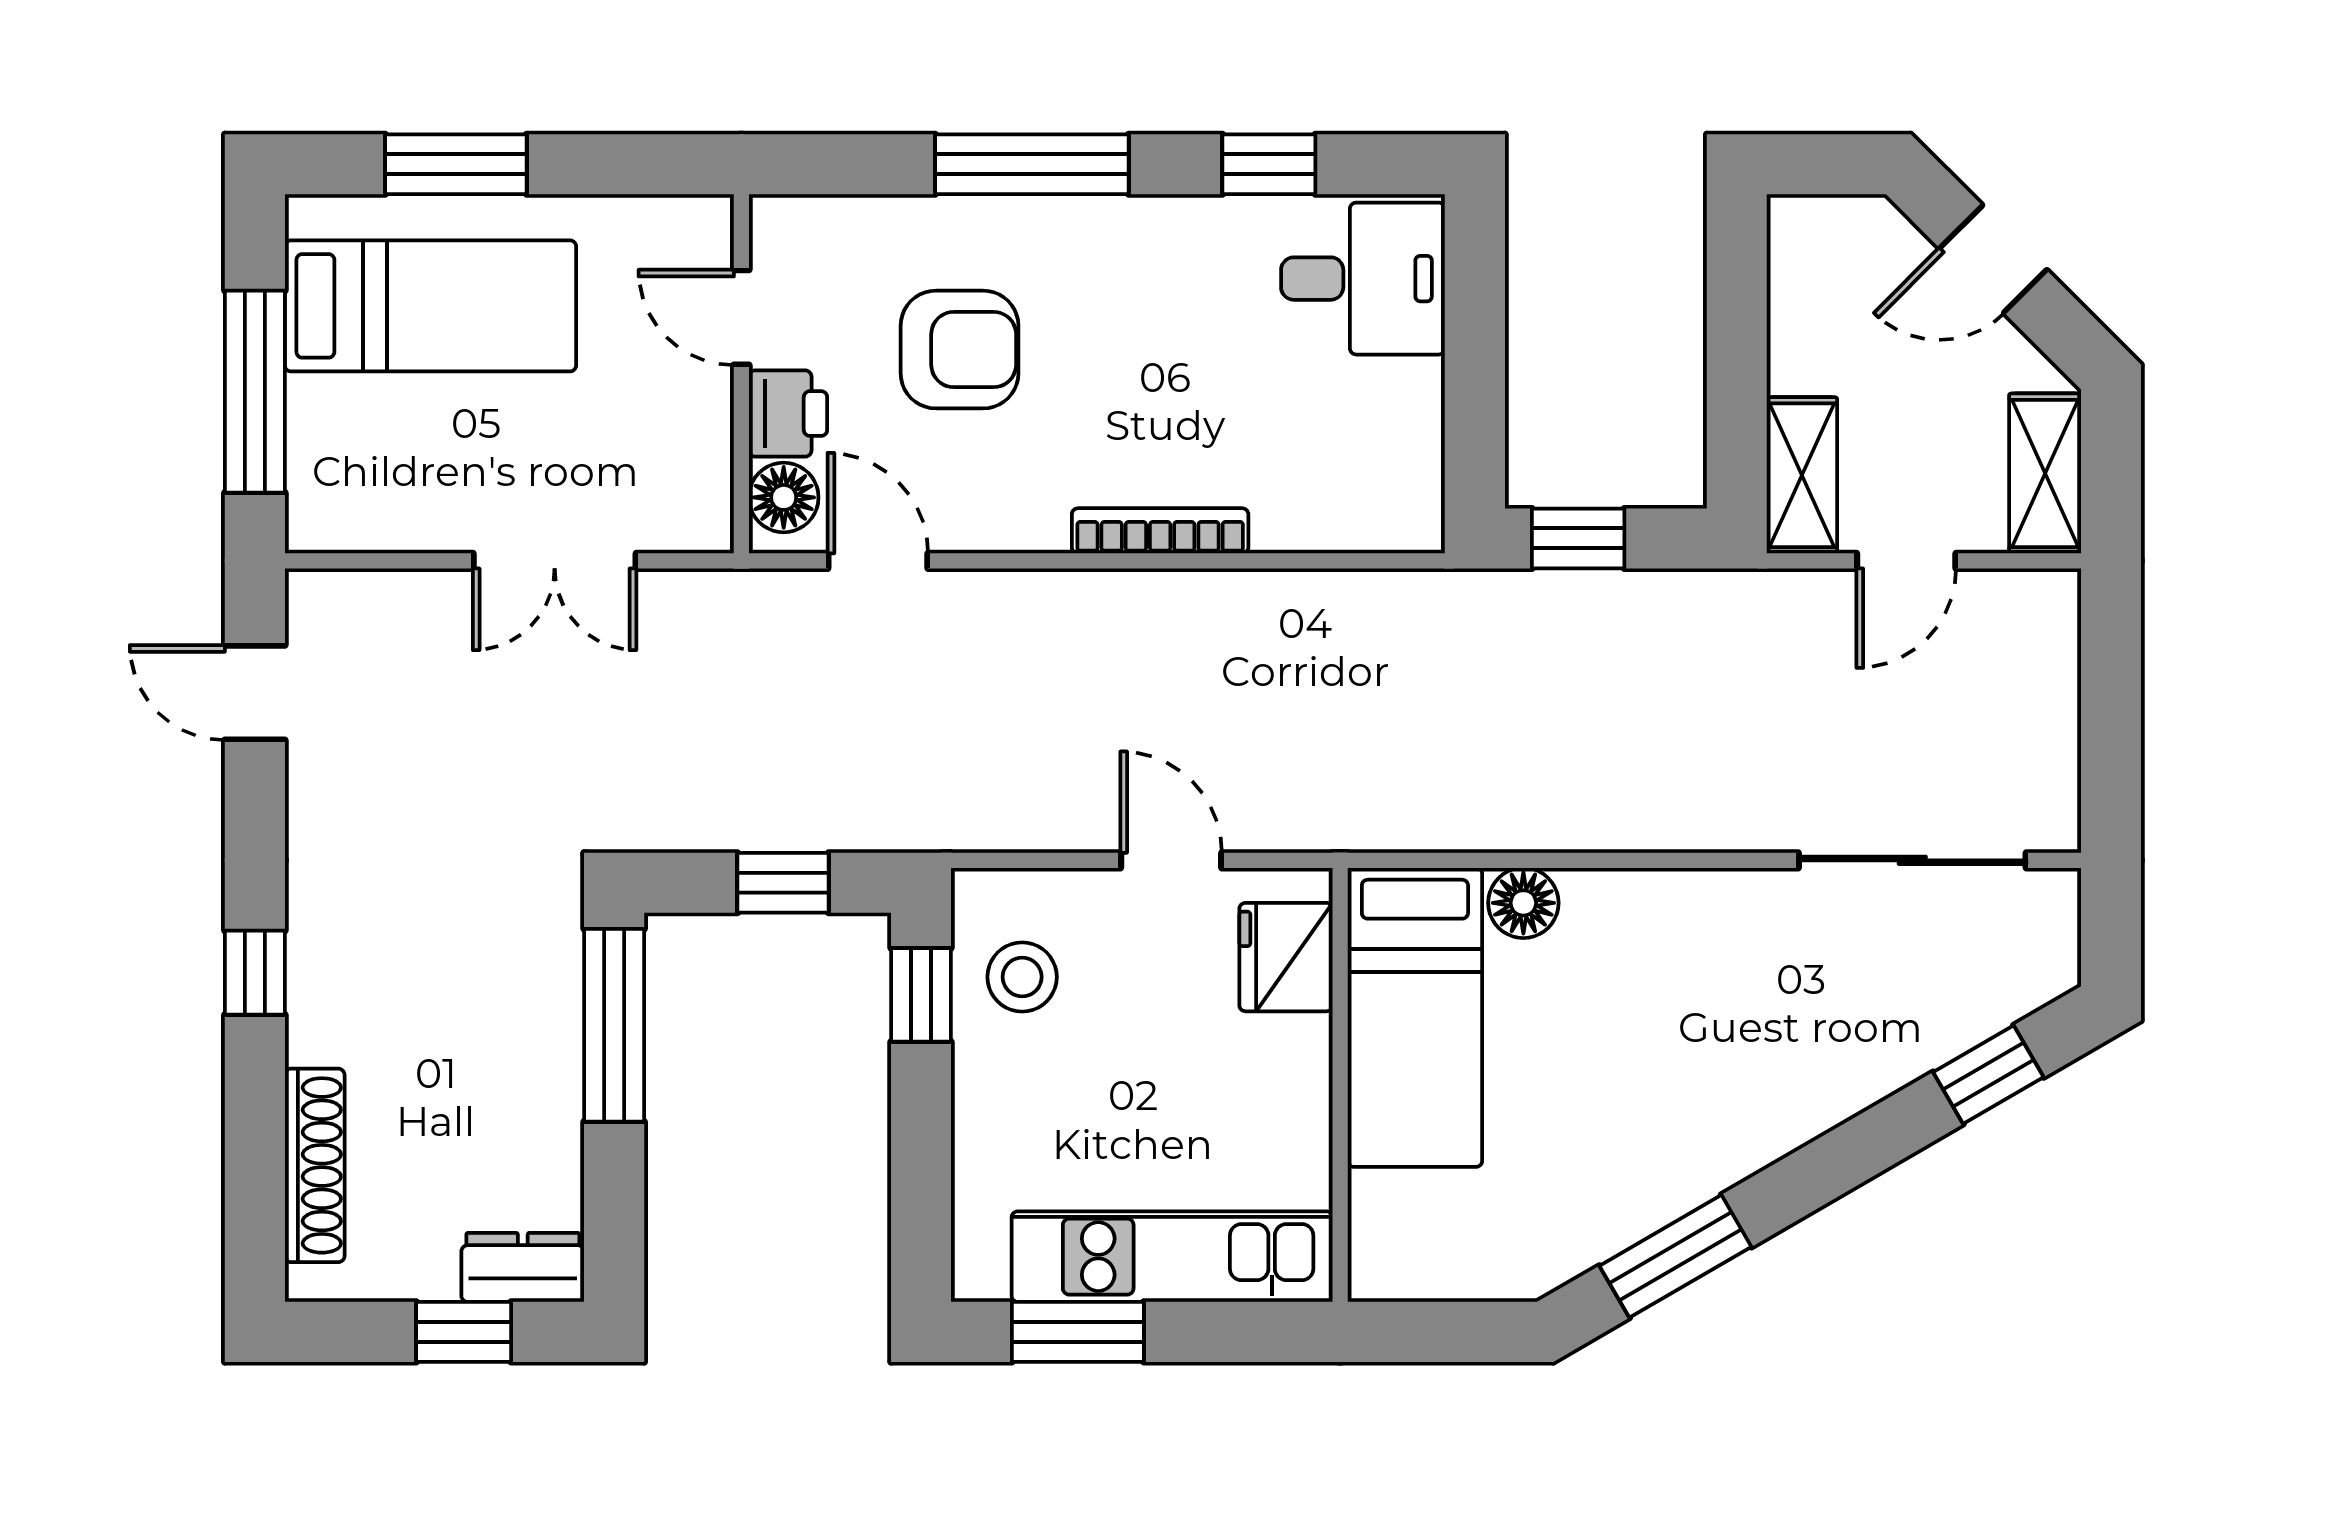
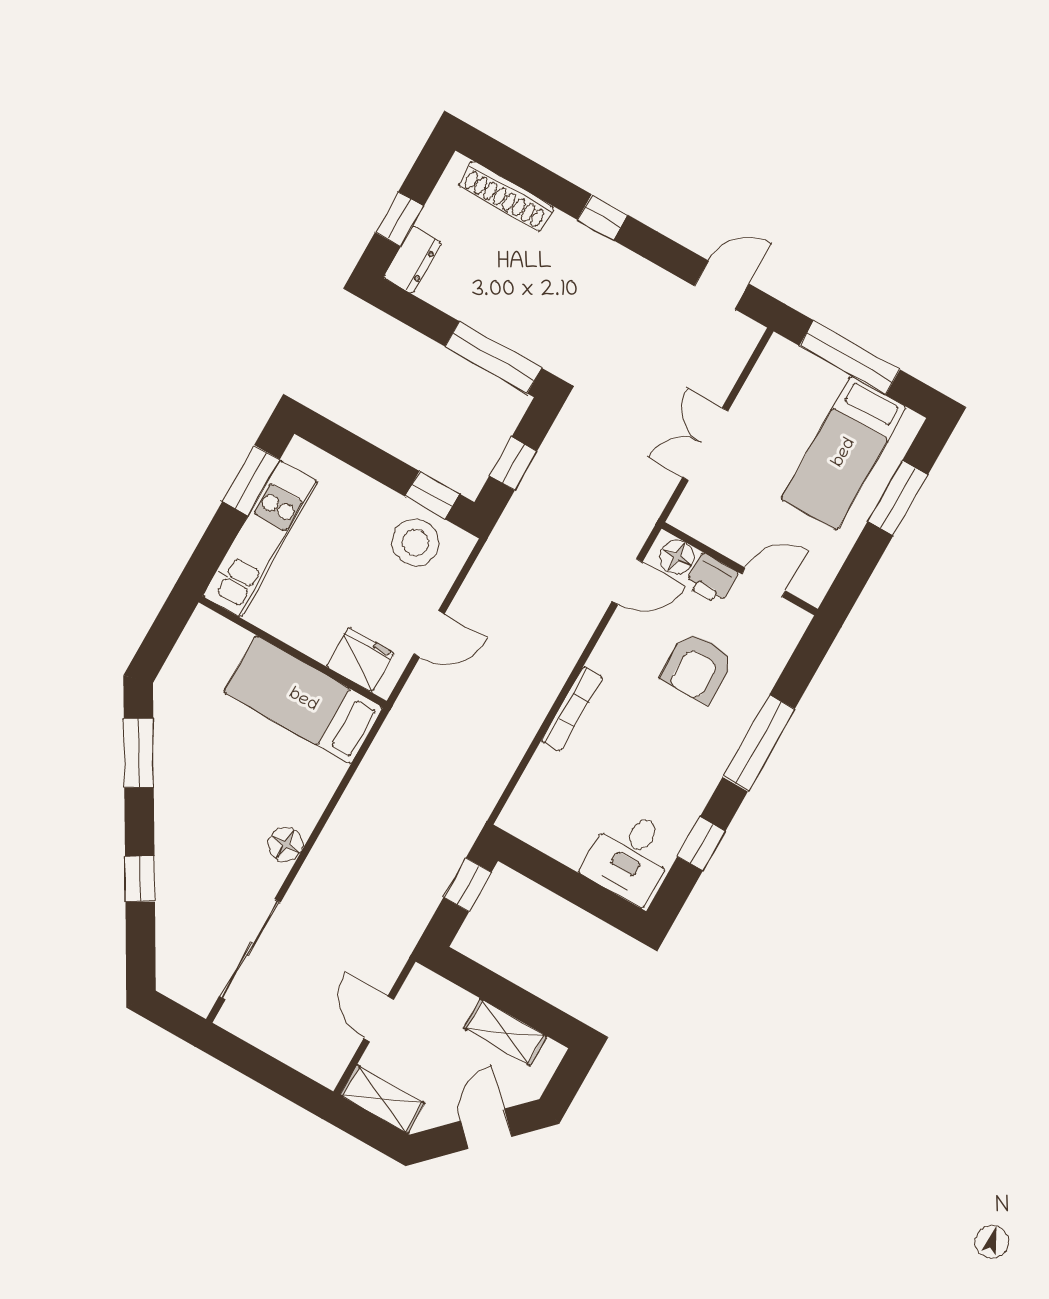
shelving: (1802, 475) -> (505, 1032), moved
floor lamp: (1523, 903) -> (285, 845), moved
stool: (1022, 977) -> (415, 542), width x1.38, depth x1.38
window: (1988, 1075) -> (140, 879), moved

